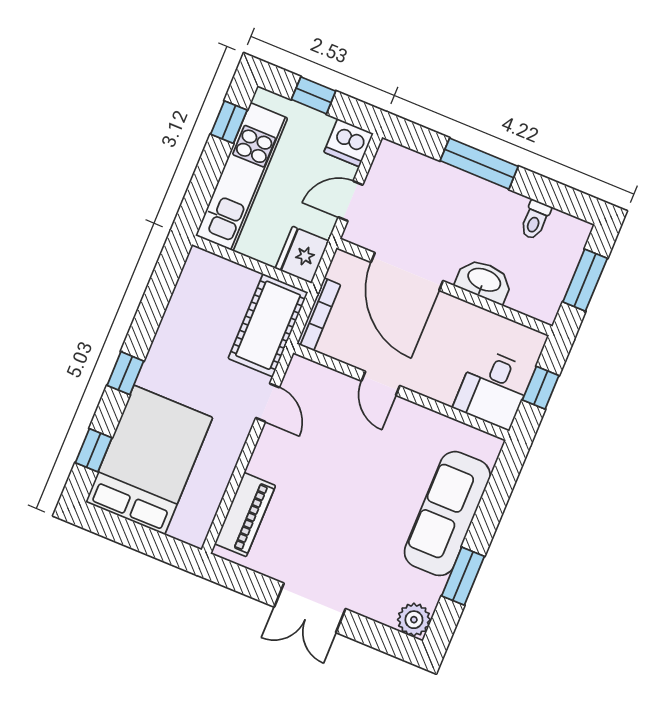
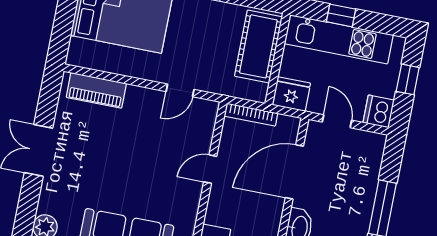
window: (229, 122) -> (341, 15), moved
cot: (268, 325) -> (258, 46), moved, turned 90

